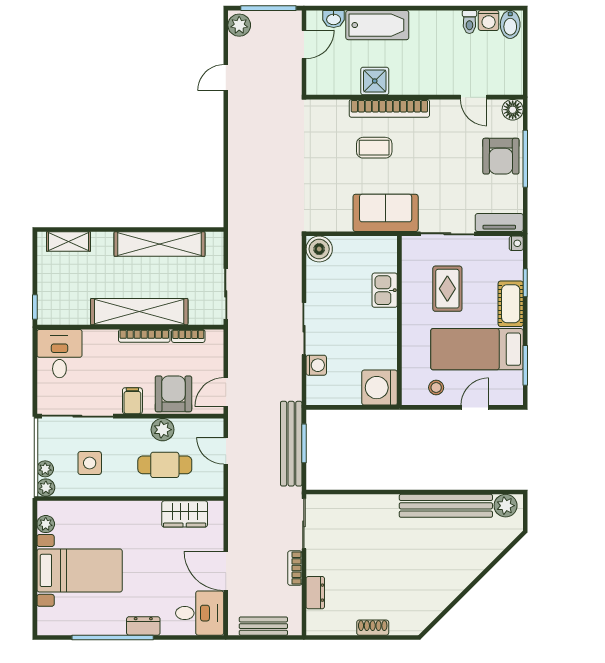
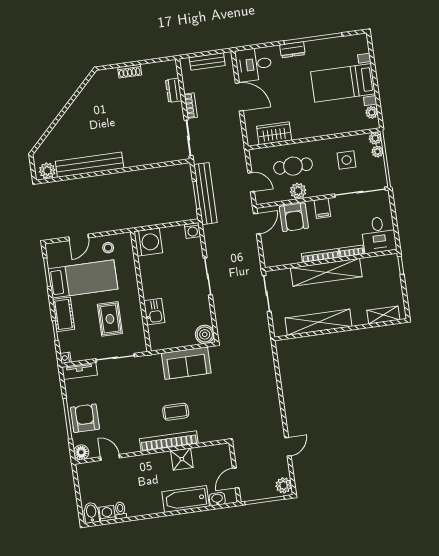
sofa: (386, 213) -> (186, 363), moved
bookcase: (188, 336) -> (351, 251), moved
washing machine: (316, 365) -> (192, 230), moved, turned -90

